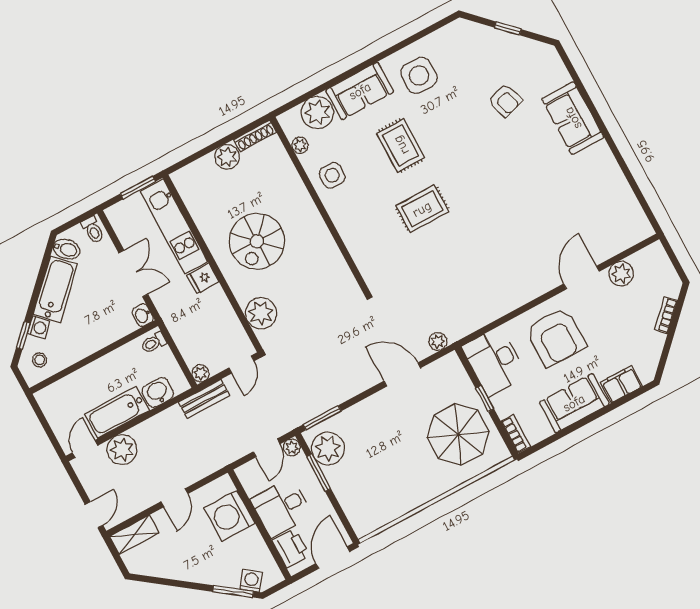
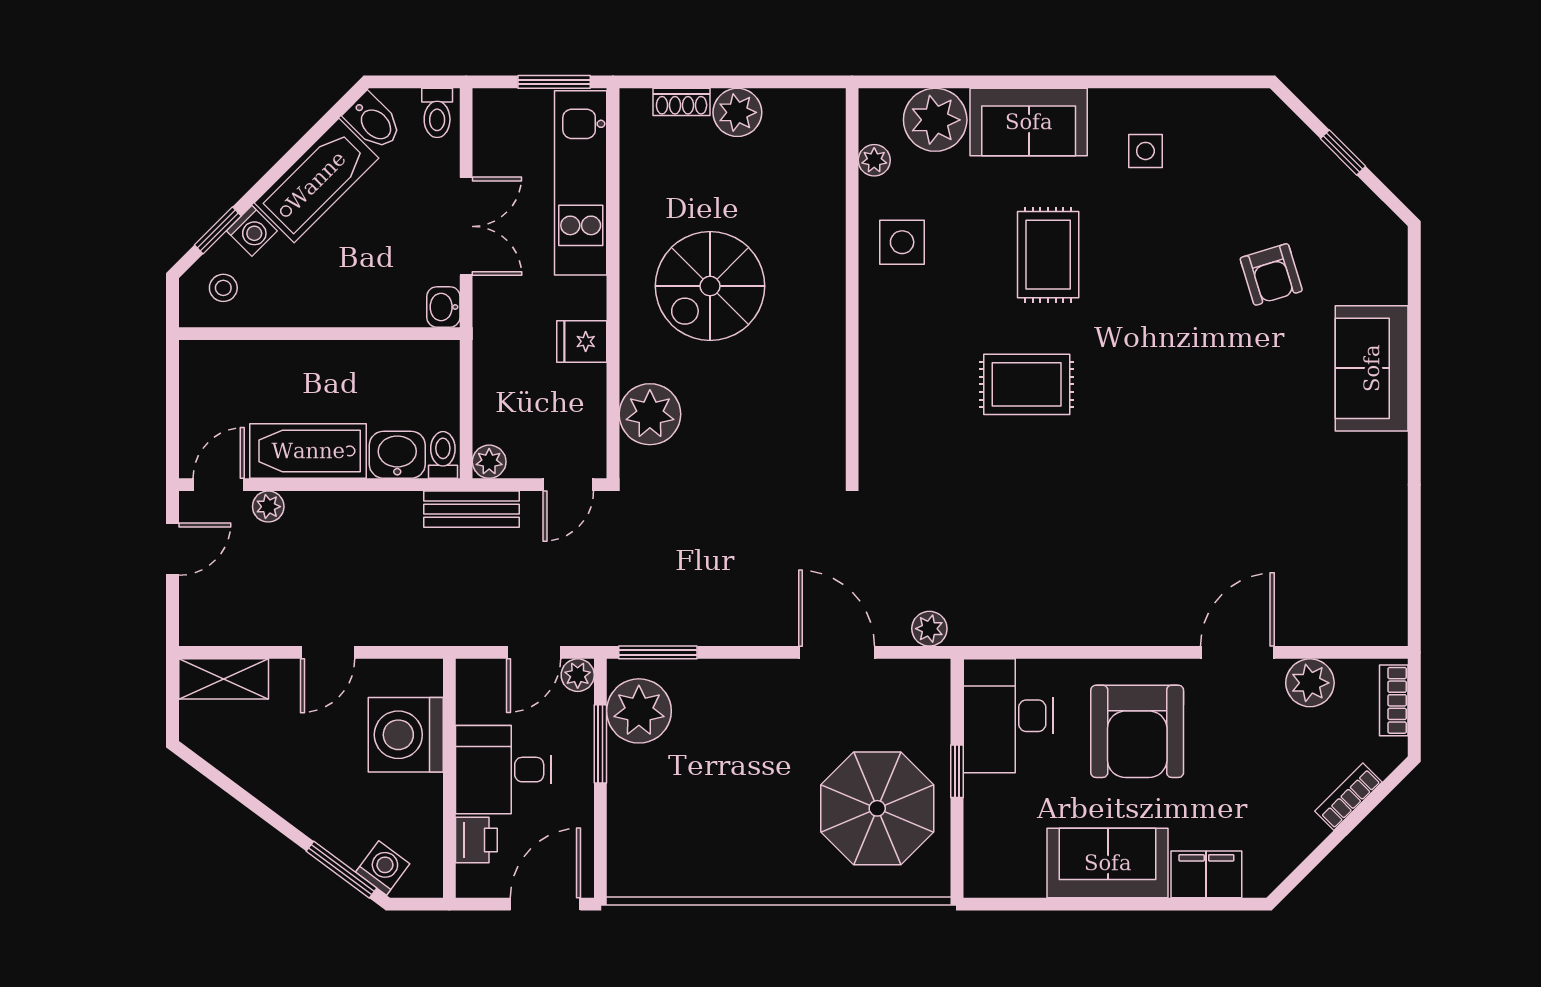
side table: (419, 76) -> (1145, 151), width x0.54, depth x0.54
shoe rack: (255, 136) -> (682, 102), moved, width x0.70
fridge: (203, 278) -> (582, 341), moved
toilet: (154, 343) -> (443, 455), moved, turned 90
bookcase: (516, 434) -> (1394, 700), moved, turned 180
plant: (122, 450) -> (268, 507), width x0.53, depth x0.53
door: (94, 515) -> (173, 549), moved
printer: (291, 548) -> (476, 840), width x0.73, depth x0.81

